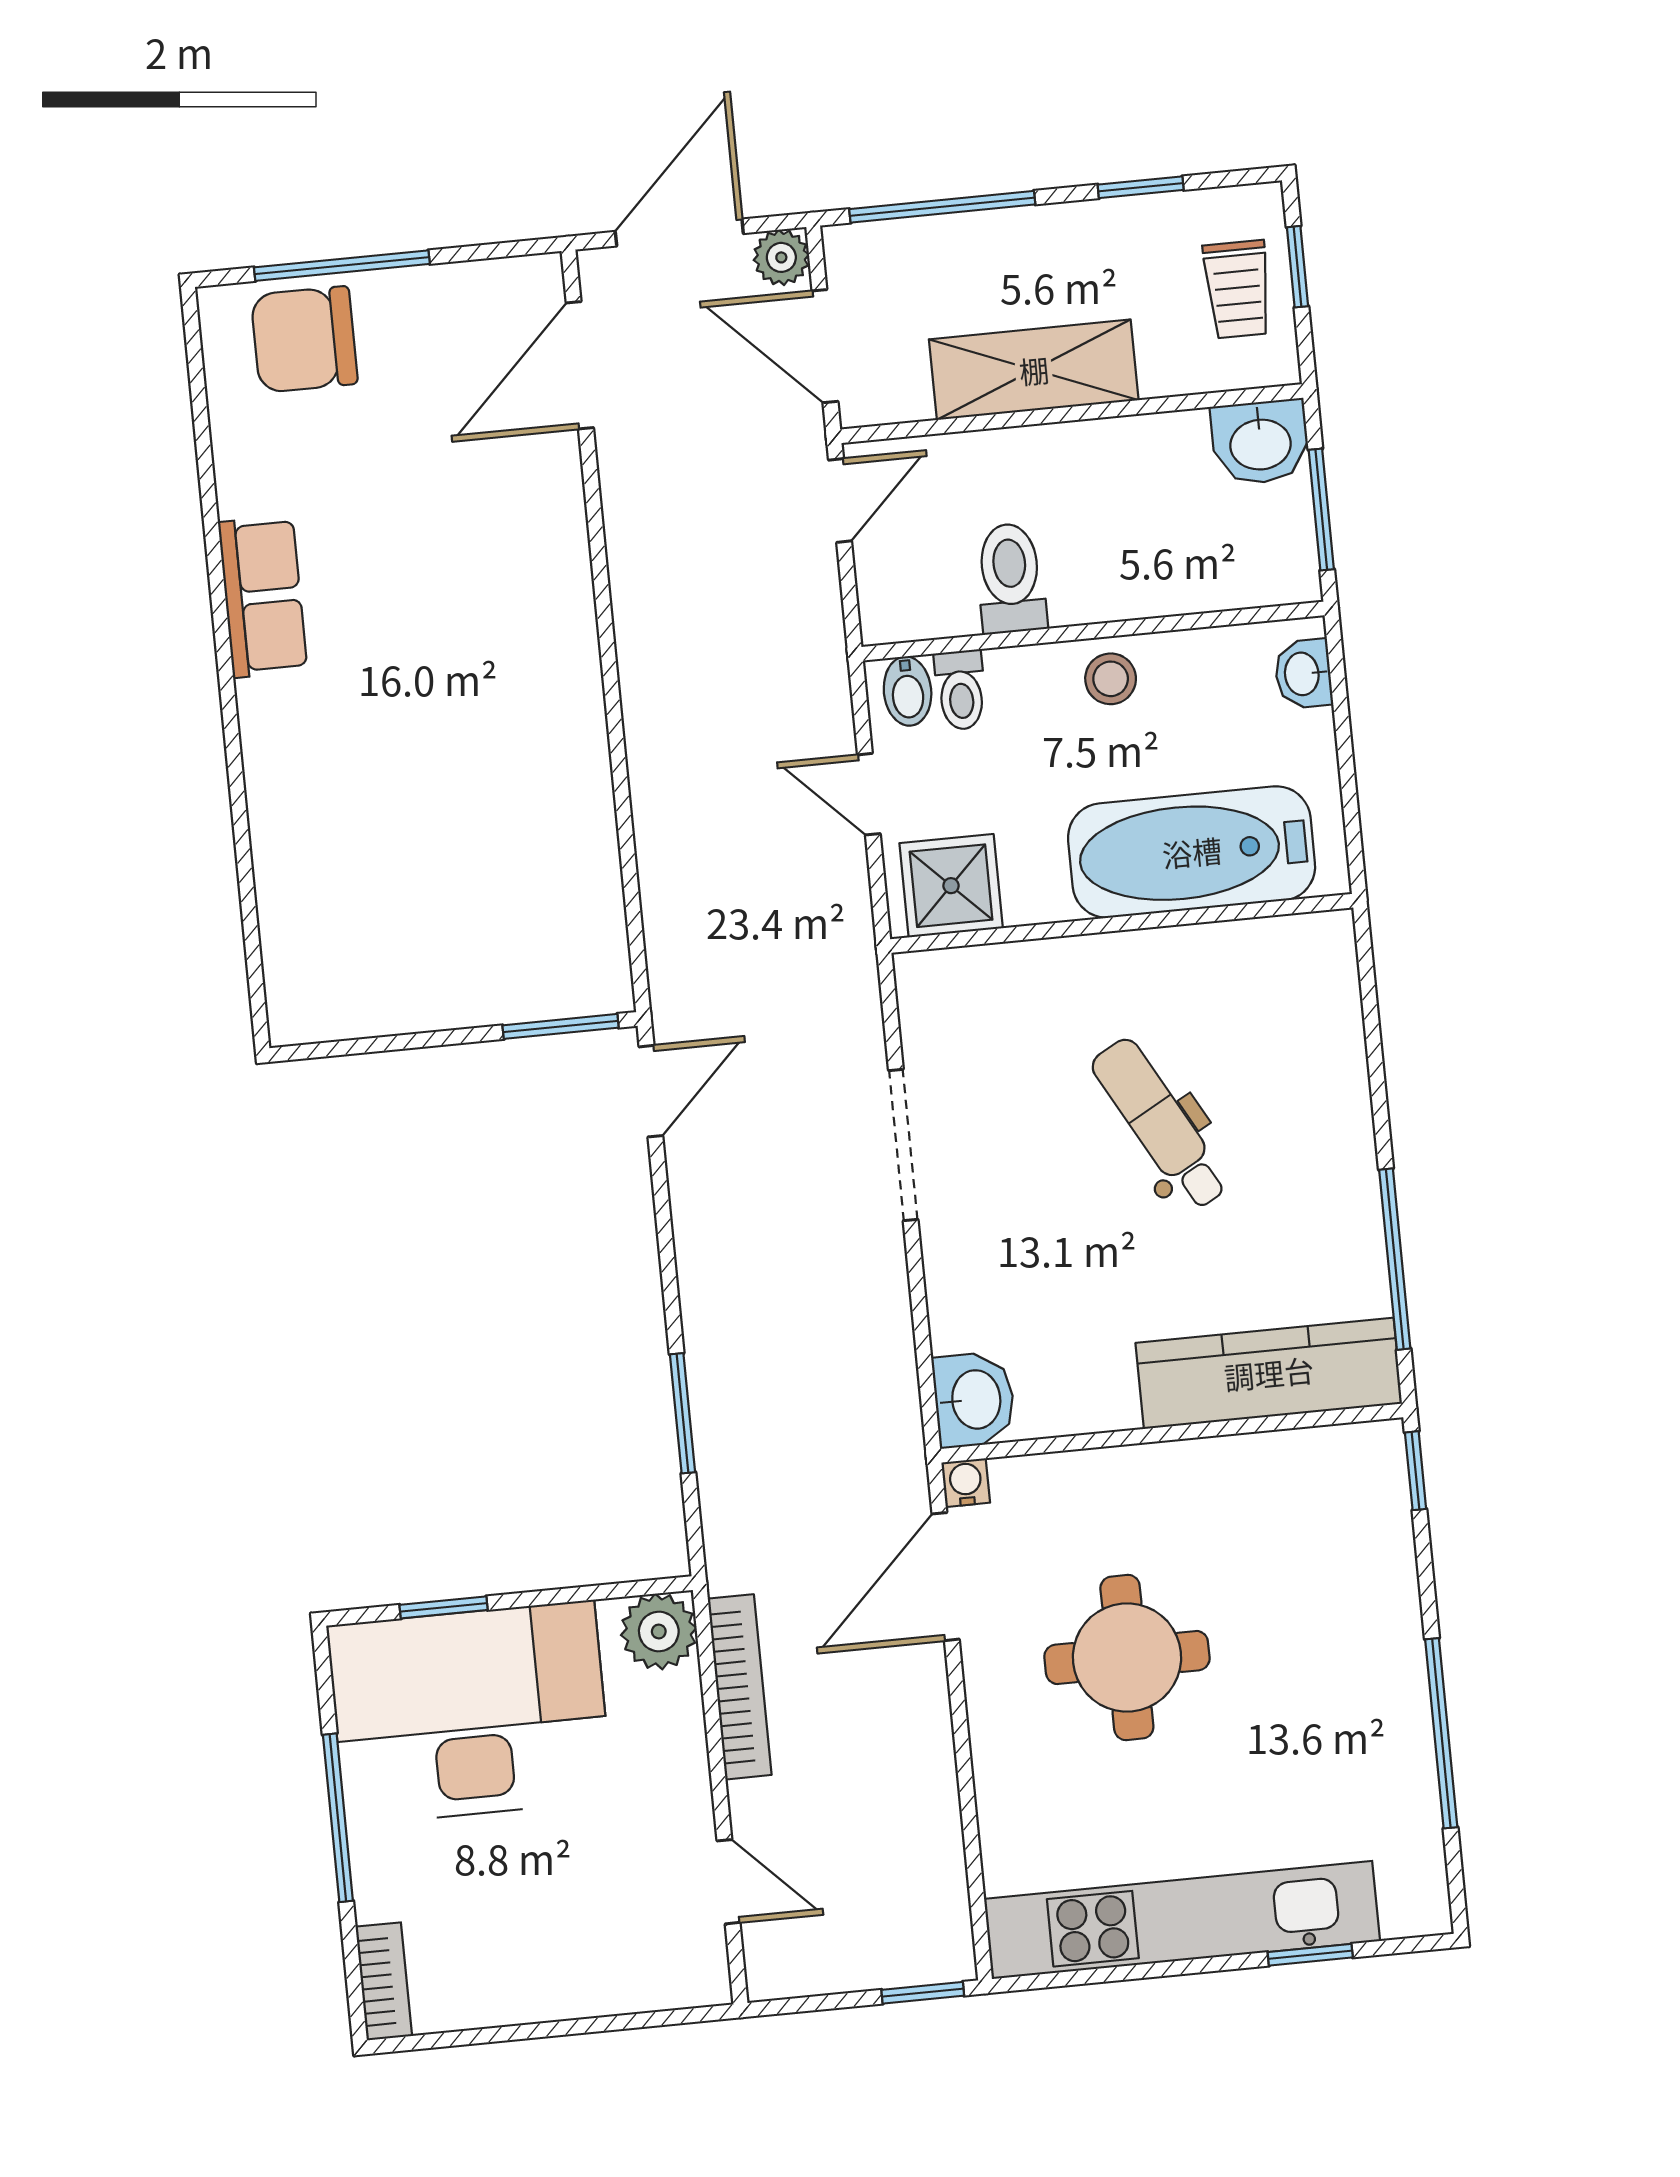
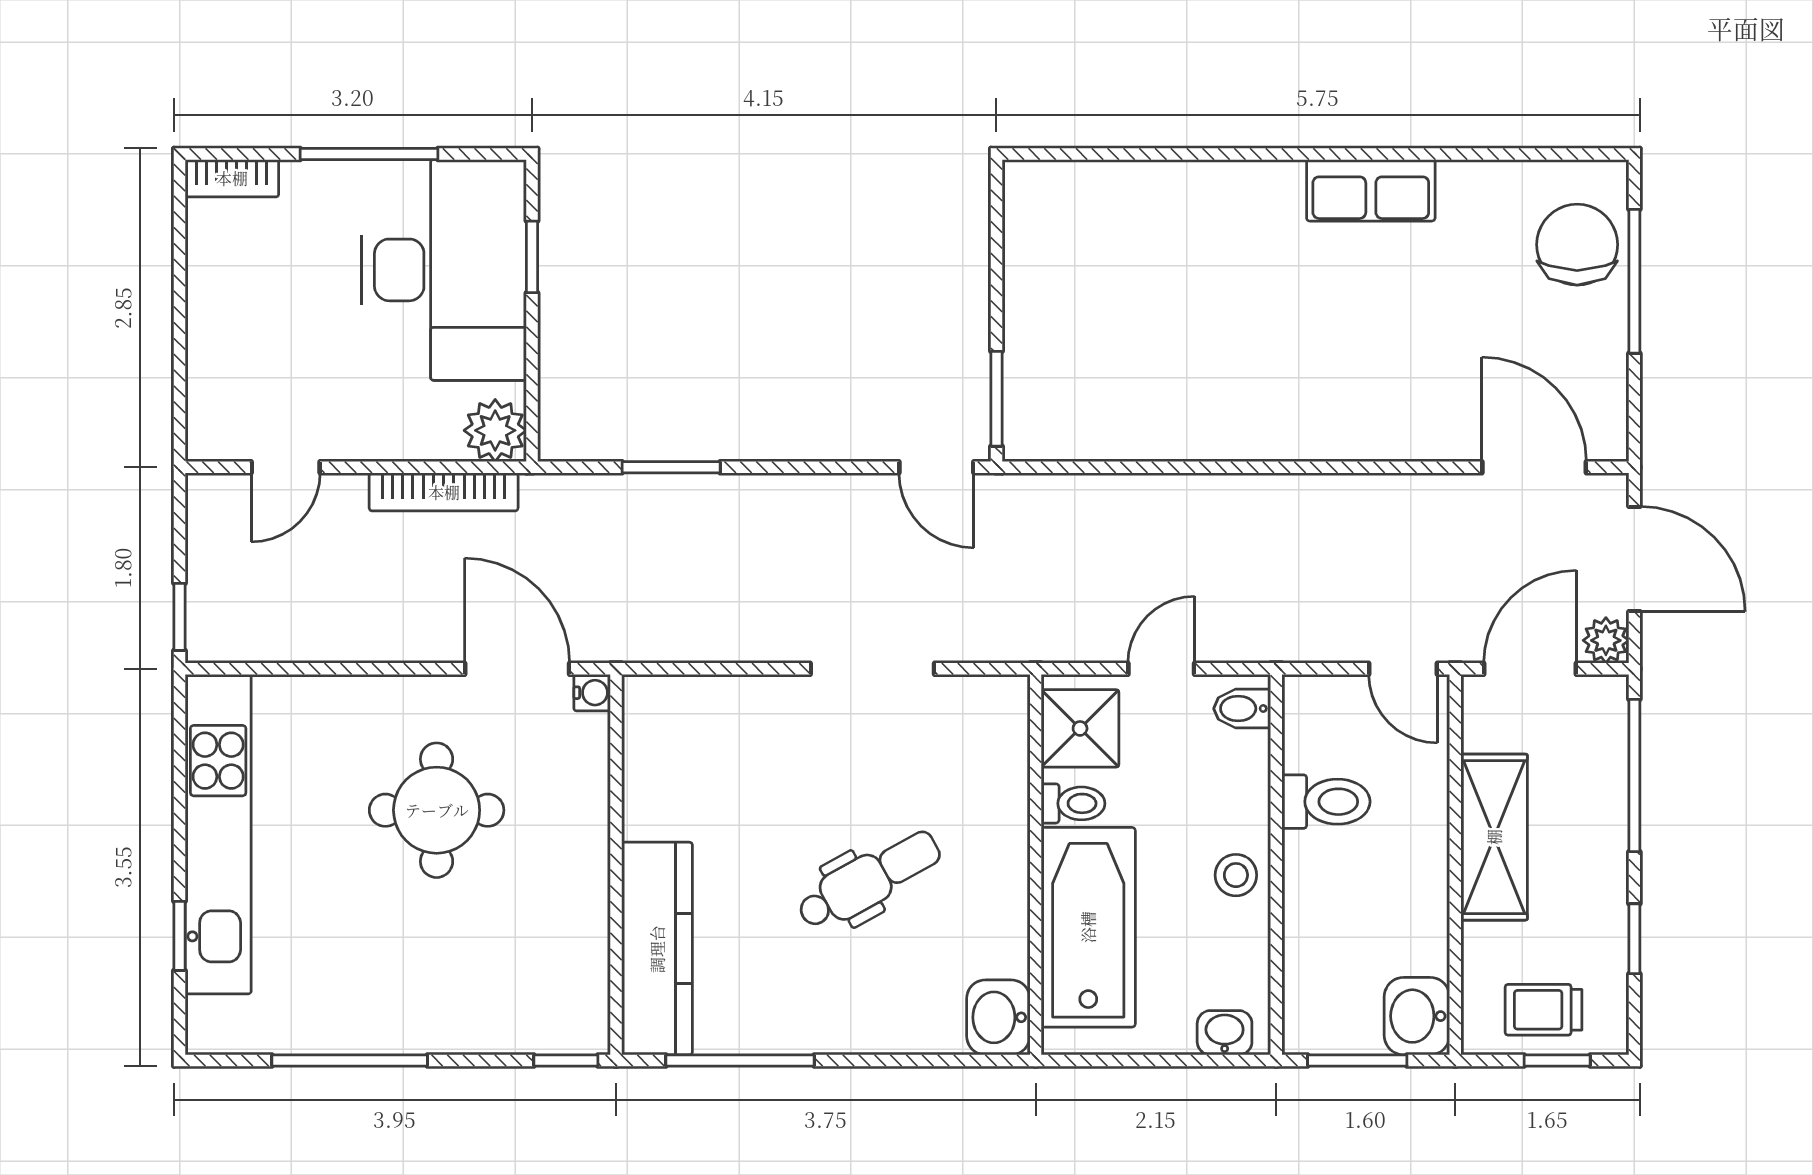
toilet: (961, 690) -> (1073, 803), moved, turned 180
washbasin: (974, 1400) -> (998, 1017), moved, turned 90

